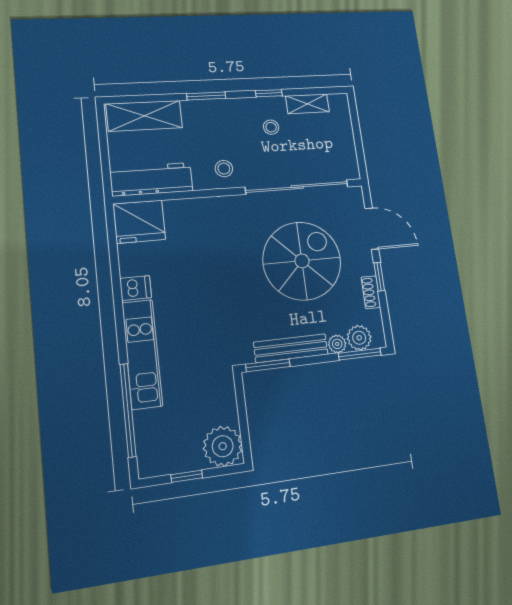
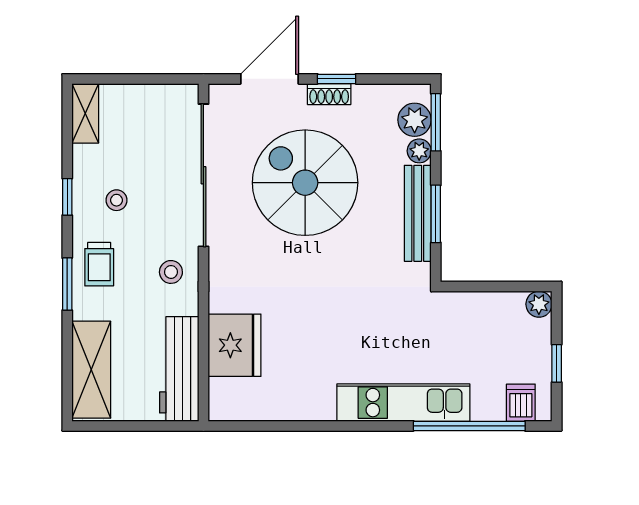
shelving: (307, 104) -> (85, 113), moved
trolley: (223, 118) -> (99, 264), added
fridge: (139, 222) -> (235, 345), moved
dishwasher: (136, 288) -> (521, 403), moved
shoe rack: (371, 292) -> (329, 94), moved
window: (268, 365) -> (436, 214), moved
plant: (223, 446) -> (539, 304), width x0.53, depth x0.53

